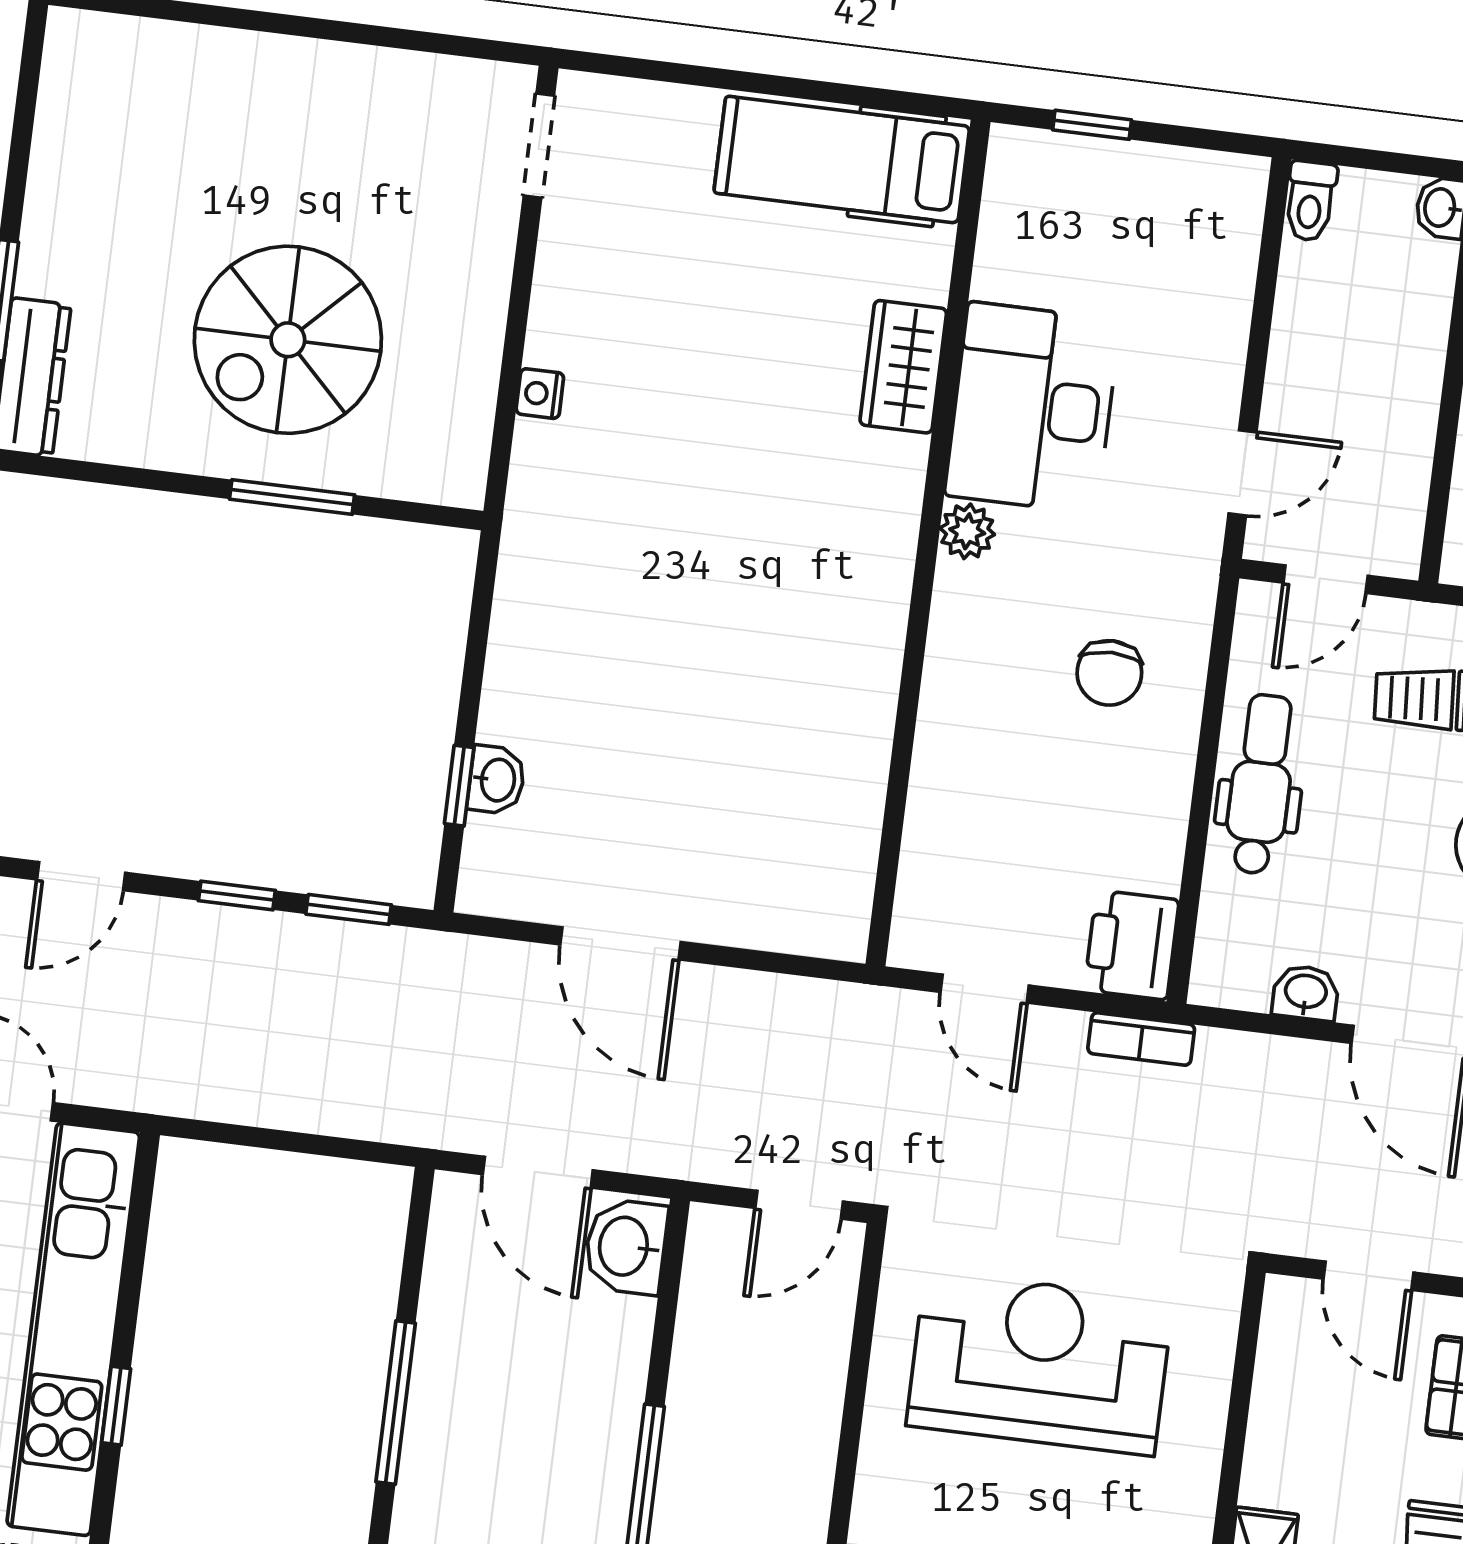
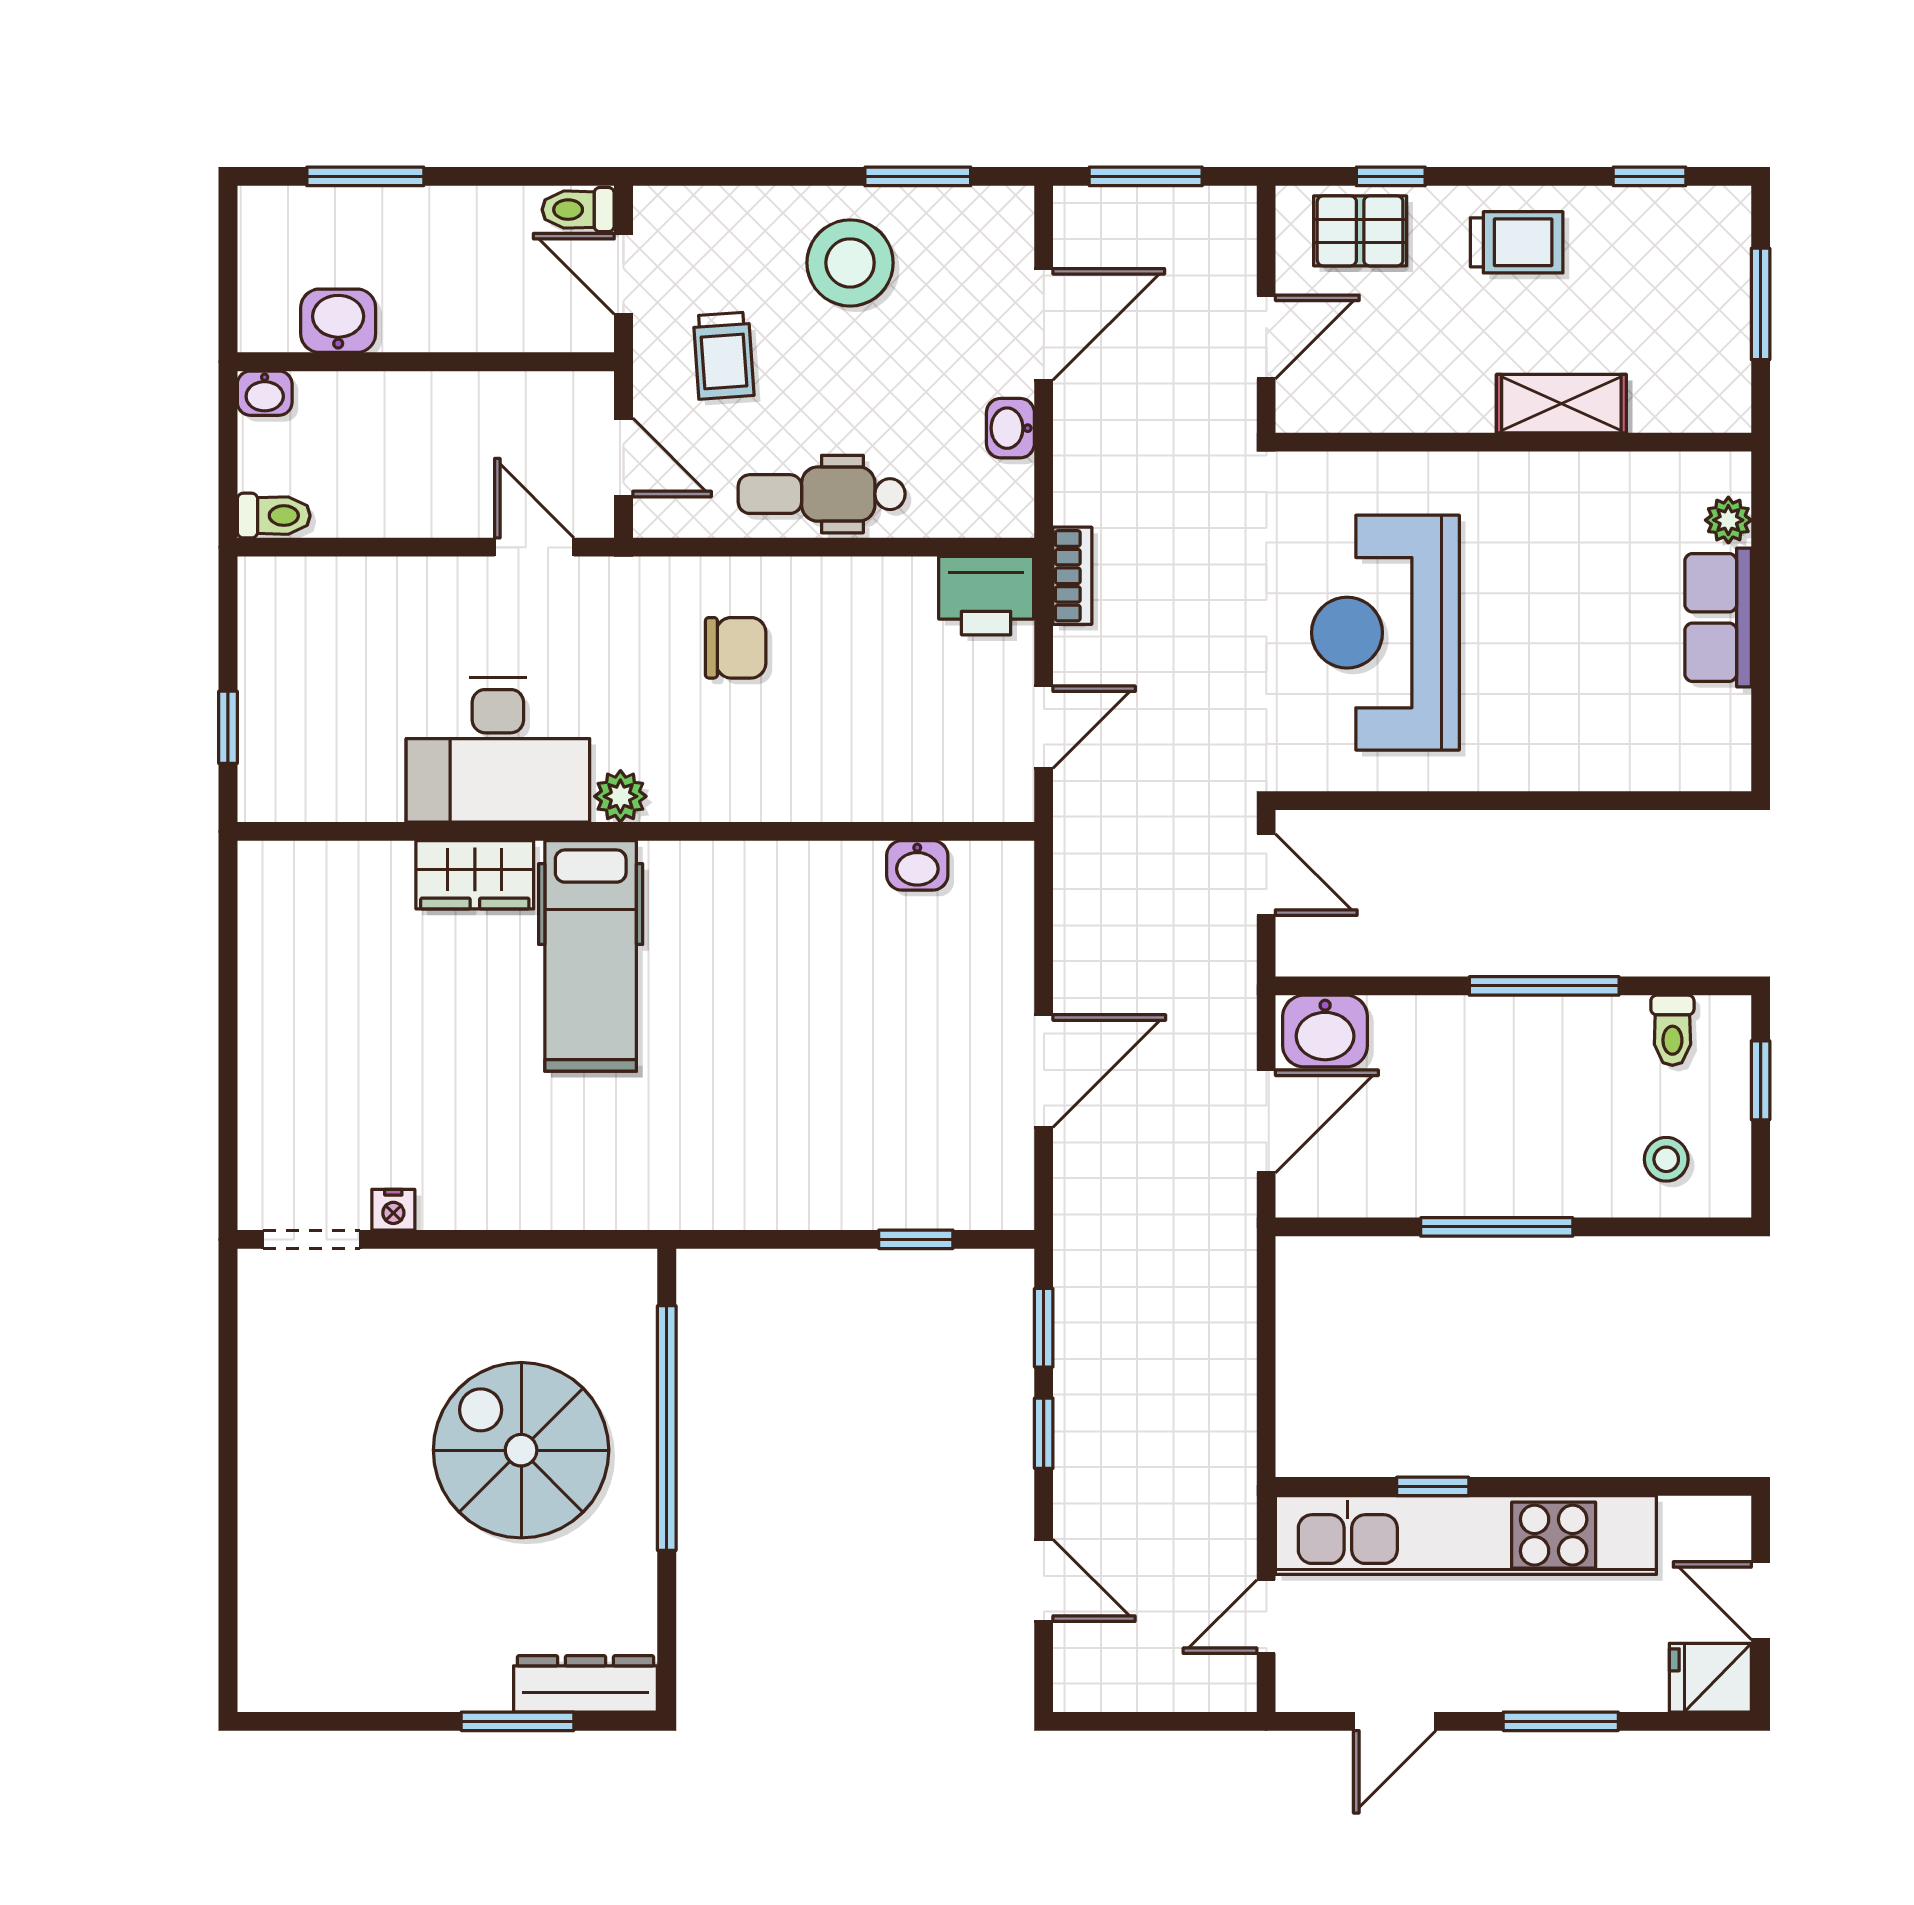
hospital bed: (842, 160) -> (591, 956), moved
spiral stairs: (288, 340) -> (521, 1450), turned 180
nightstand: (540, 394) -> (393, 1210), moved
window: (292, 497) -> (667, 1428), width x2.11
washbasin: (496, 780) -> (917, 865), moved, turned 180
window: (116, 1406) -> (1433, 1486), moved

